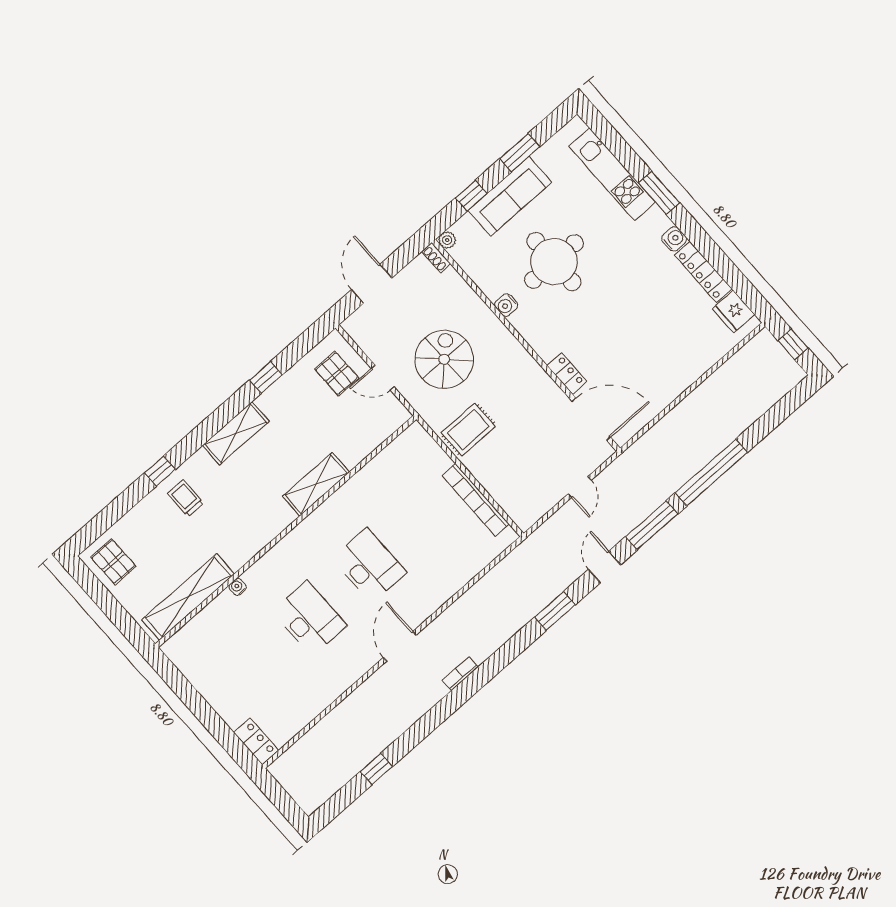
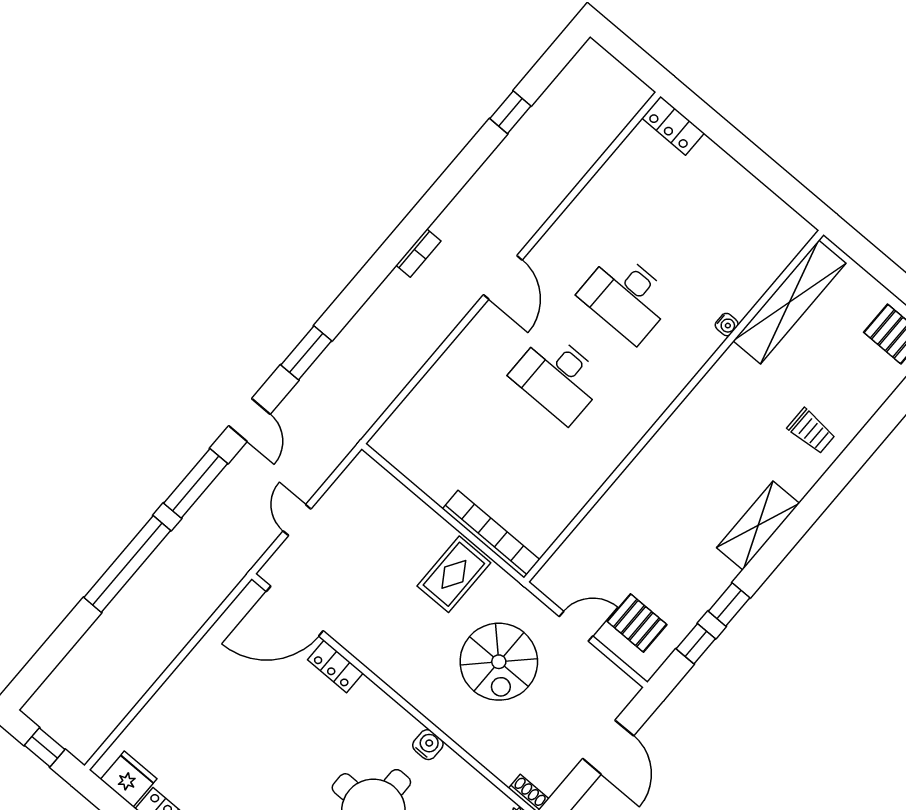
window: (160, 471) -> (696, 644), moved
shelving: (316, 484) -> (643, 474), removed
bookcase: (475, 500) -> (491, 534), moved

